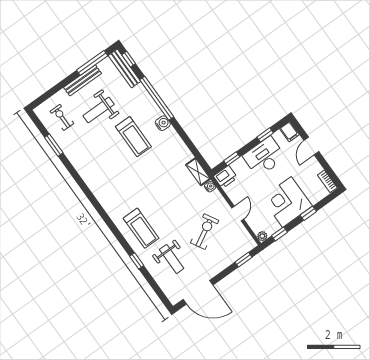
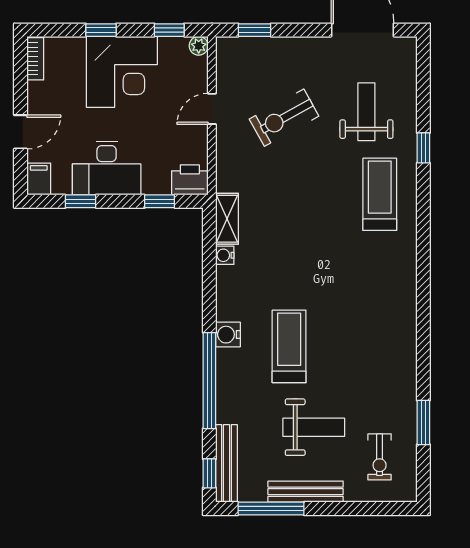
water cooler: (210, 187) -> (225, 255), moved

